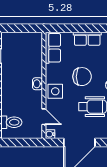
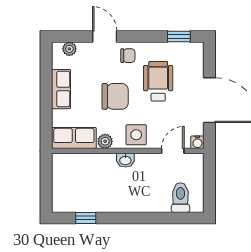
plant: (51, 70) -> (105, 141), added
chair: (82, 77) -> (115, 96), turned 90

